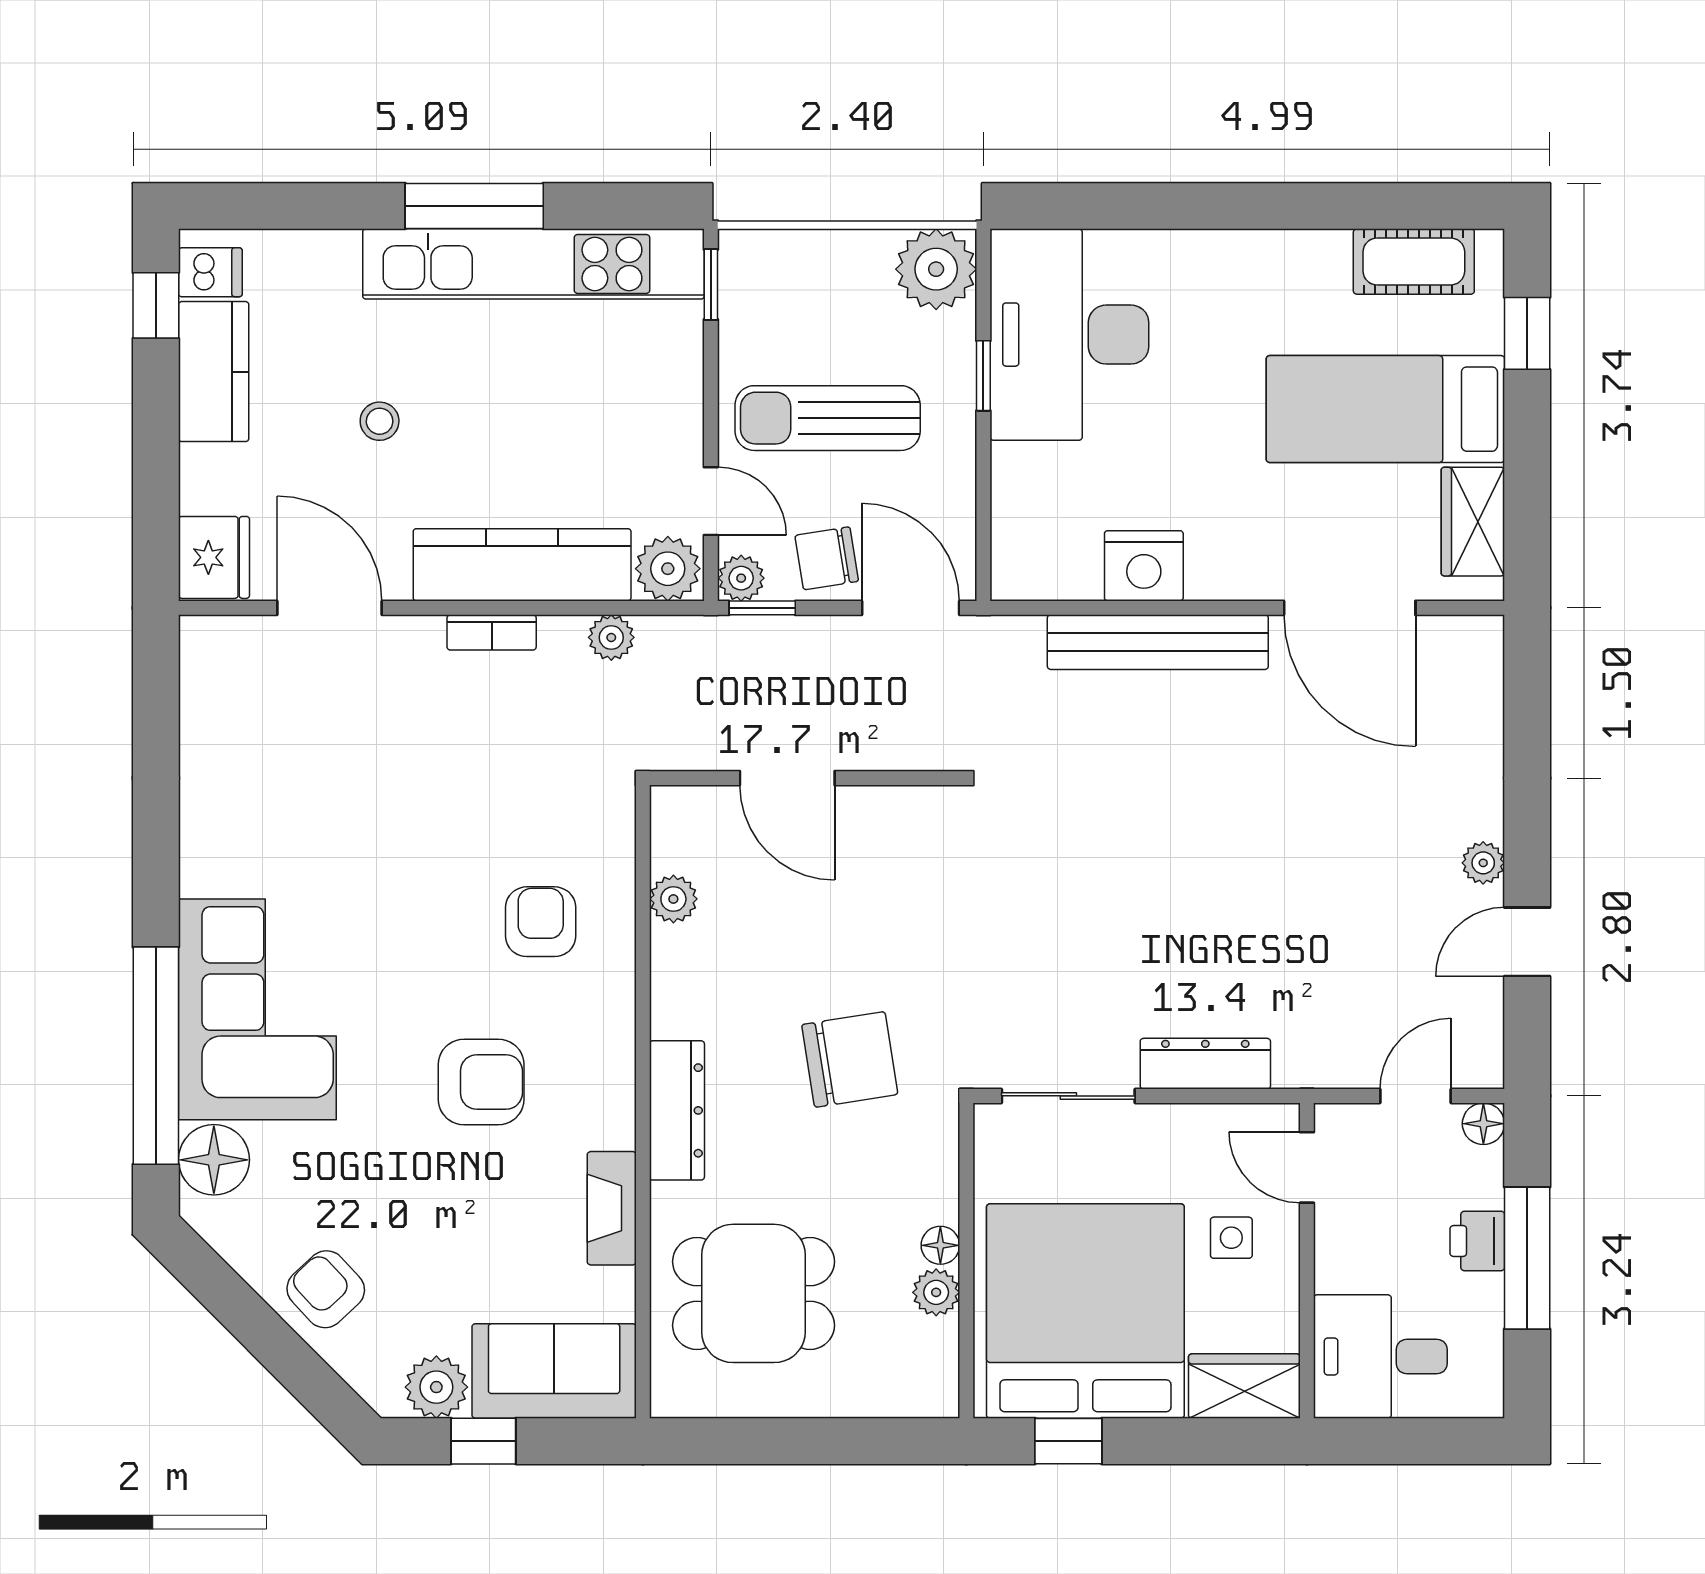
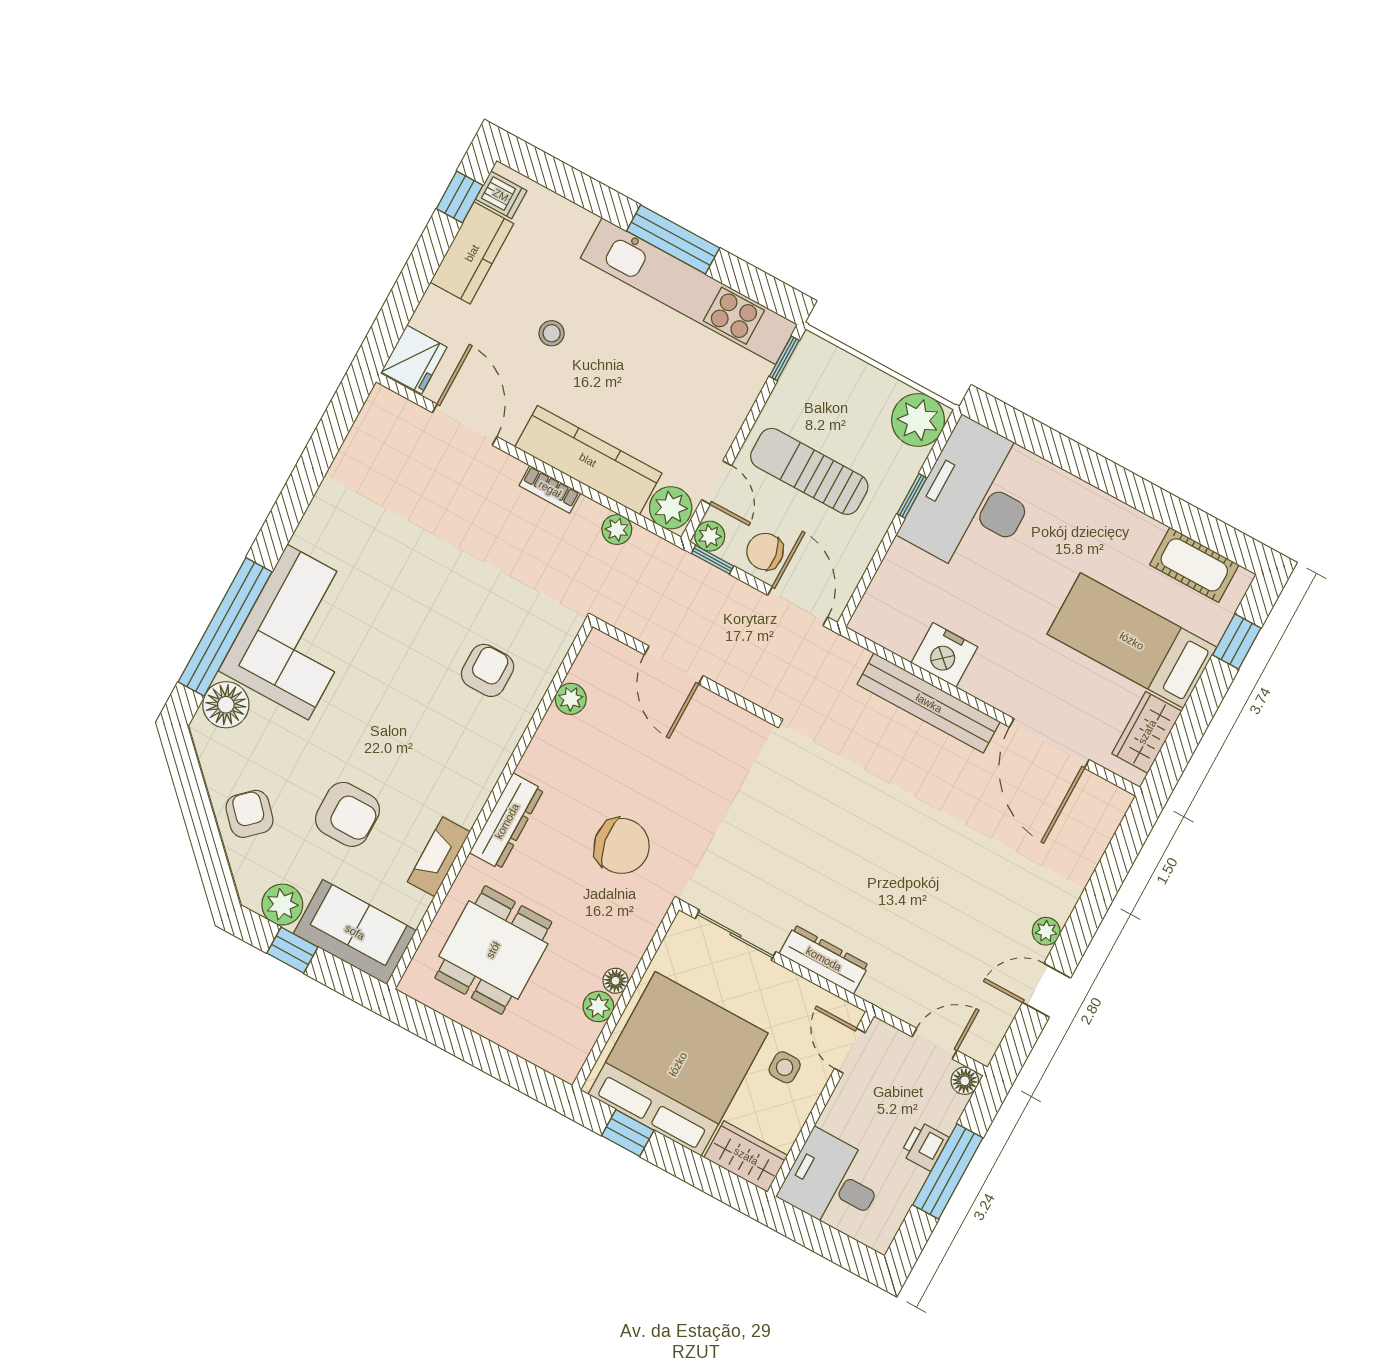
armchair: (481, 1082) -> (348, 814), moved
dining table: (754, 1293) -> (493, 950), turned 90

